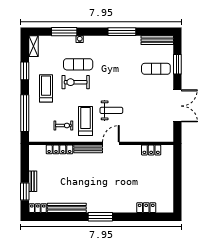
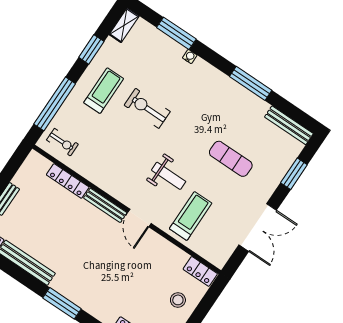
exercise mat: (78, 64) -> (166, 87), removed
exercise mat: (156, 69) -> (231, 159), moved
treadmill: (85, 121) -> (191, 216), moved
exercise bike: (63, 125) -> (62, 142), moved
door: (111, 143) -> (139, 218), swing flipped
locker: (151, 150) -> (200, 271), moved
stool: (161, 173) -> (178, 300), added

